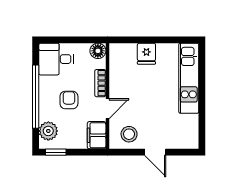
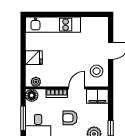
window: (68, 40) -> (23, 118), added
plant: (115, 56) -> (36, 82), added
door: (107, 109) -> (77, 88), hinge flipped

